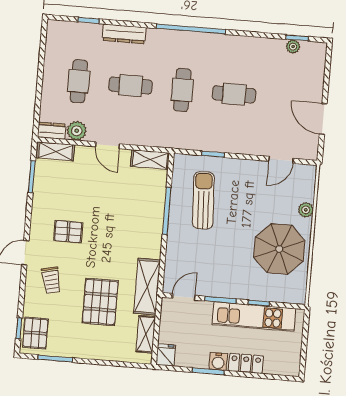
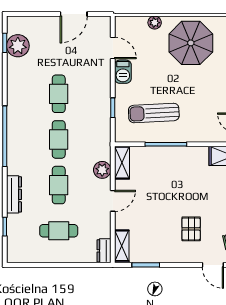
plant: (293, 47) -> (18, 46), width x1.88, depth x1.88
cafe table: (182, 90) -> (59, 139), turned 90
plant: (77, 131) -> (102, 170), moved
barbecue: (253, 169) -> (123, 72), added

